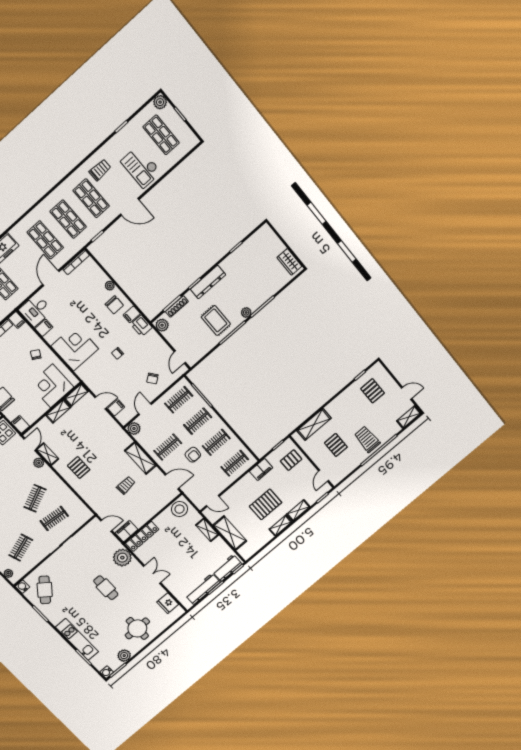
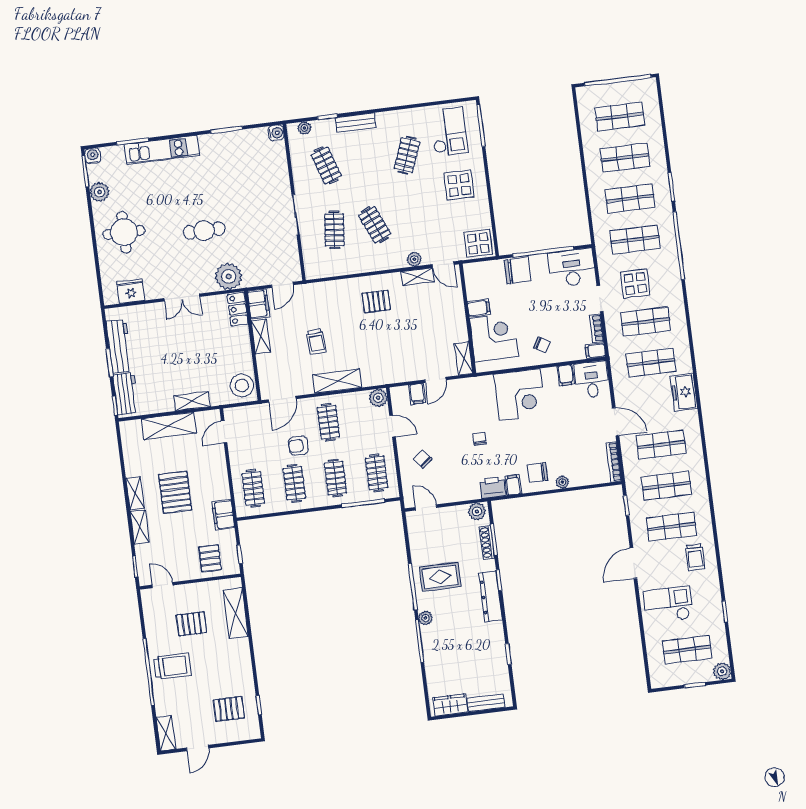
bench: (274, 241) -> (486, 703), added
shelving: (58, 411) -> (261, 336), moved
filing cabinet: (20, 424) -> (479, 308), moved
locker: (142, 536) -> (238, 309), width x0.66
cafe table: (45, 590) -> (253, 156), removed

